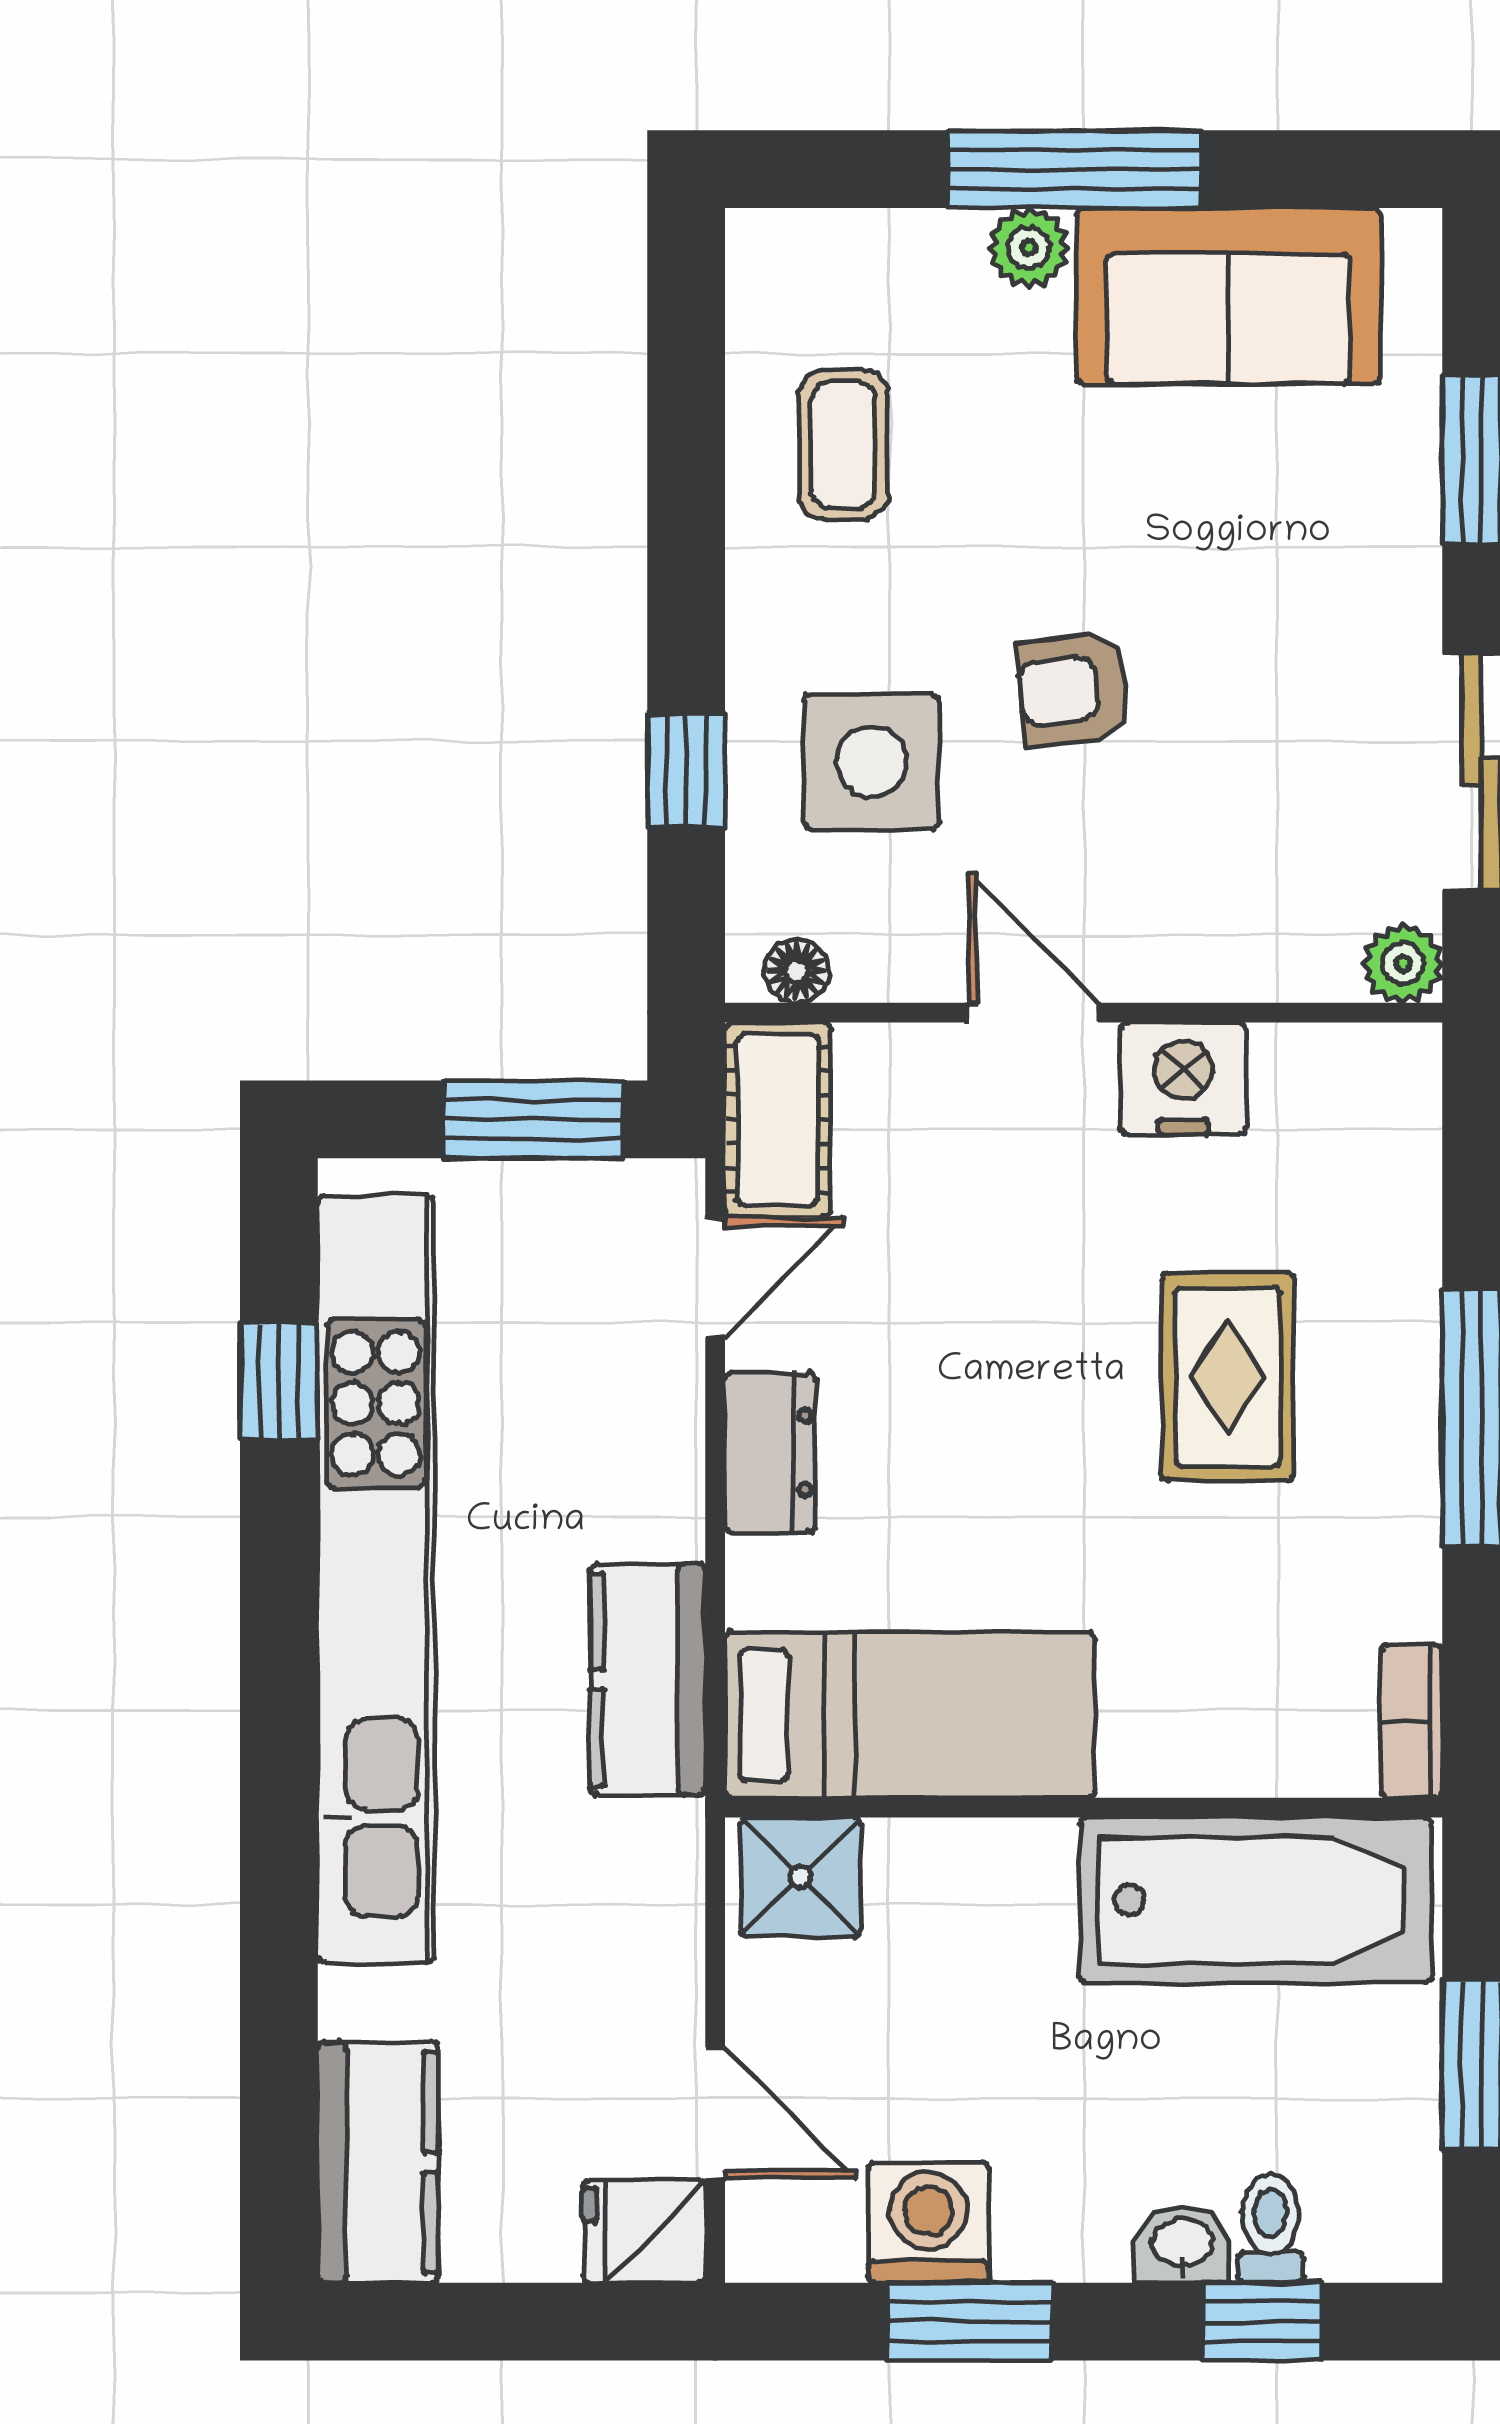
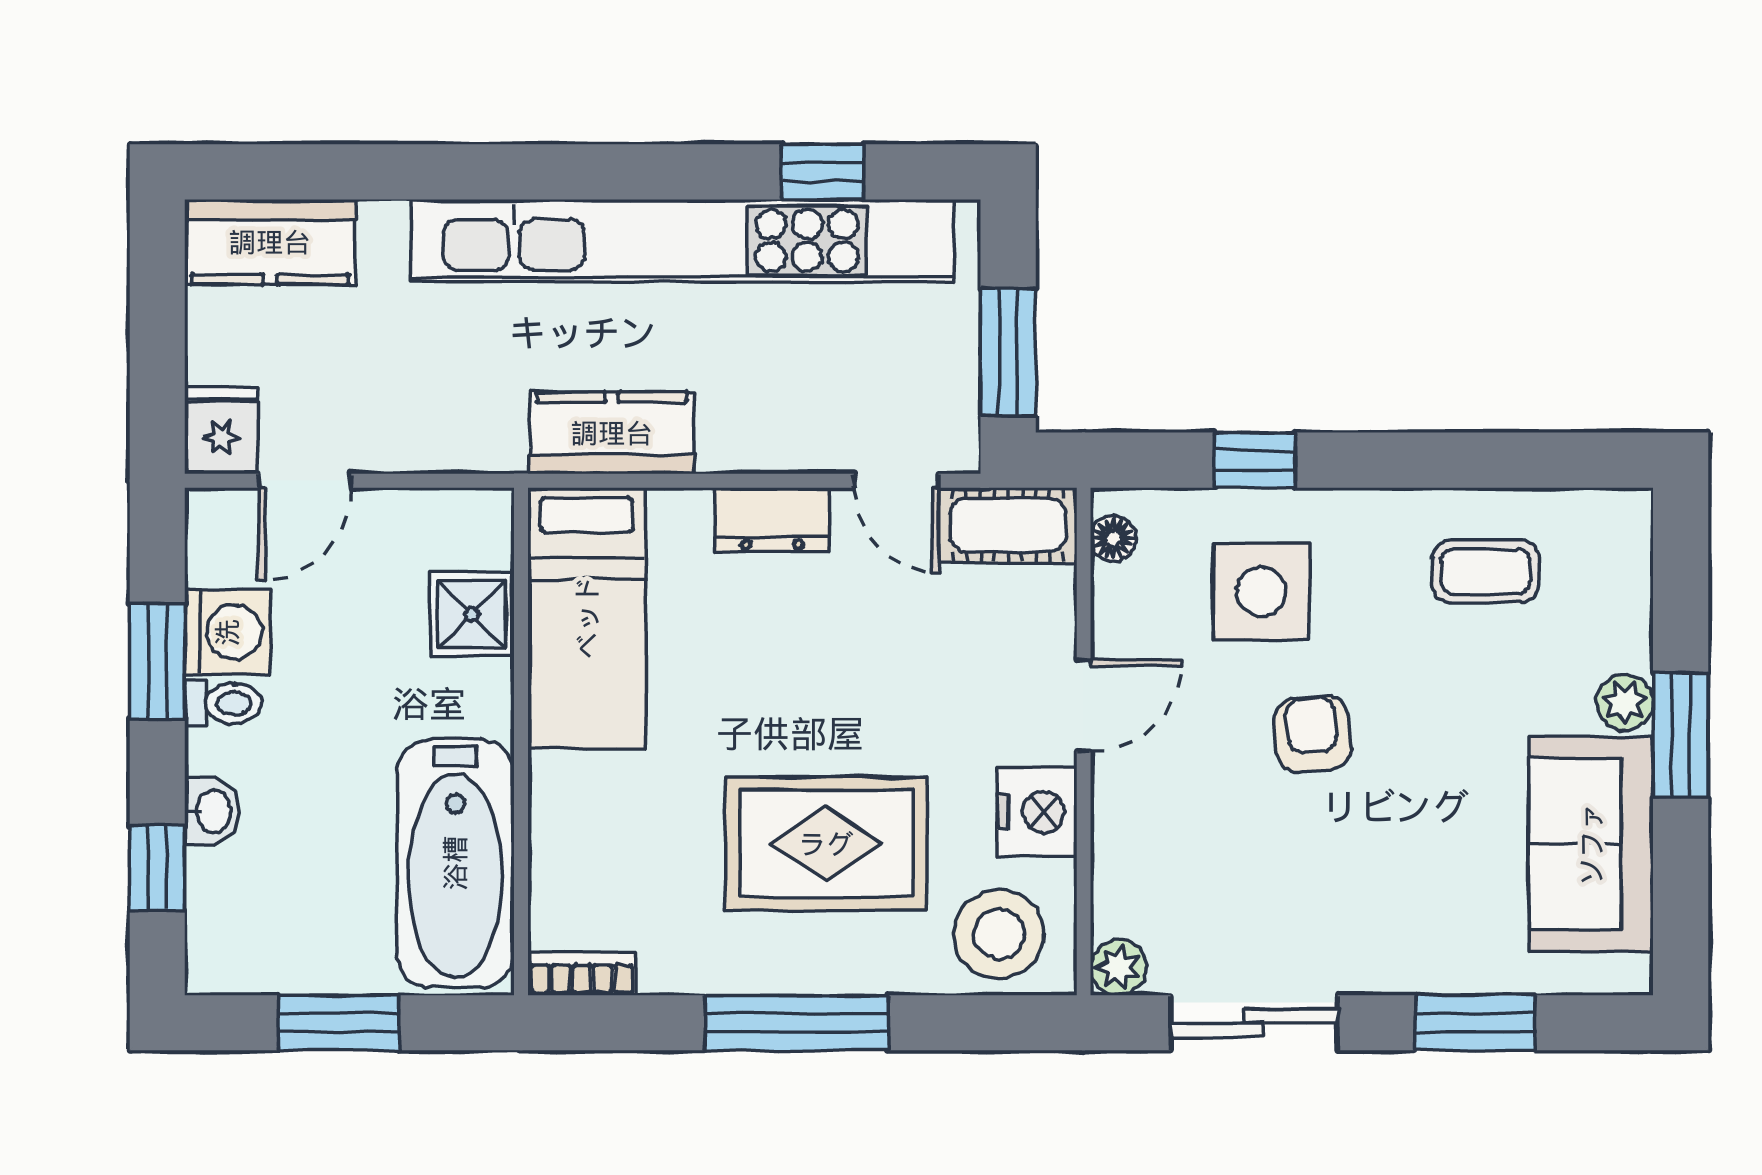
window: (1075, 169) -> (1681, 735), width x0.69
stool: (1356, 1132) -> (999, 934), added
rug: (1228, 1377) -> (826, 844), width x1.36, depth x1.43
shower: (801, 1877) -> (472, 614), moved
toilet: (1270, 2229) -> (223, 703), moved

